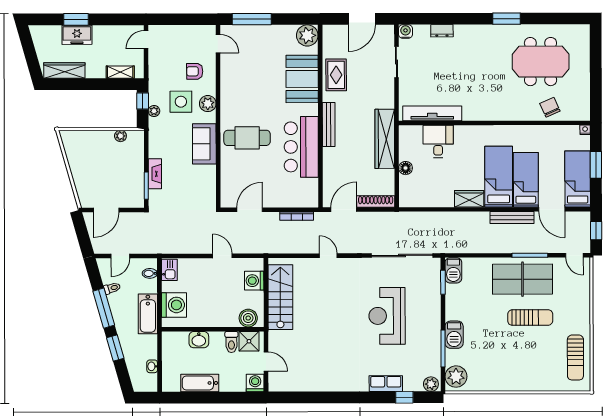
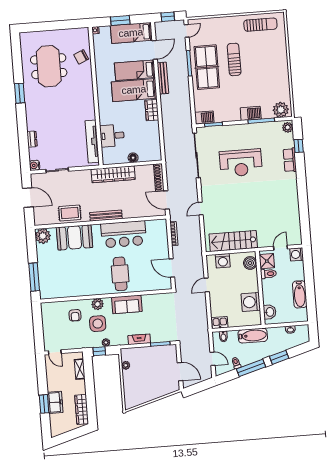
door: (218, 44) -> (54, 300), removed
fireplace: (155, 174) -> (139, 339), moved
washing machine: (174, 305) -> (251, 302), moved, turned -90
washbasin: (199, 340) -> (270, 312), moved

